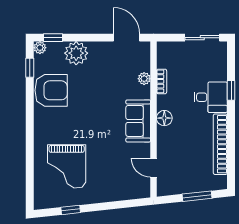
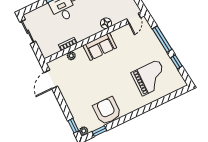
plant: (76, 53) -> (76, 106), removed
floor lamp: (164, 118) -> (106, 23), moved
door: (153, 168) -> (134, 18), moved
window: (109, 206) -> (162, 39), added

